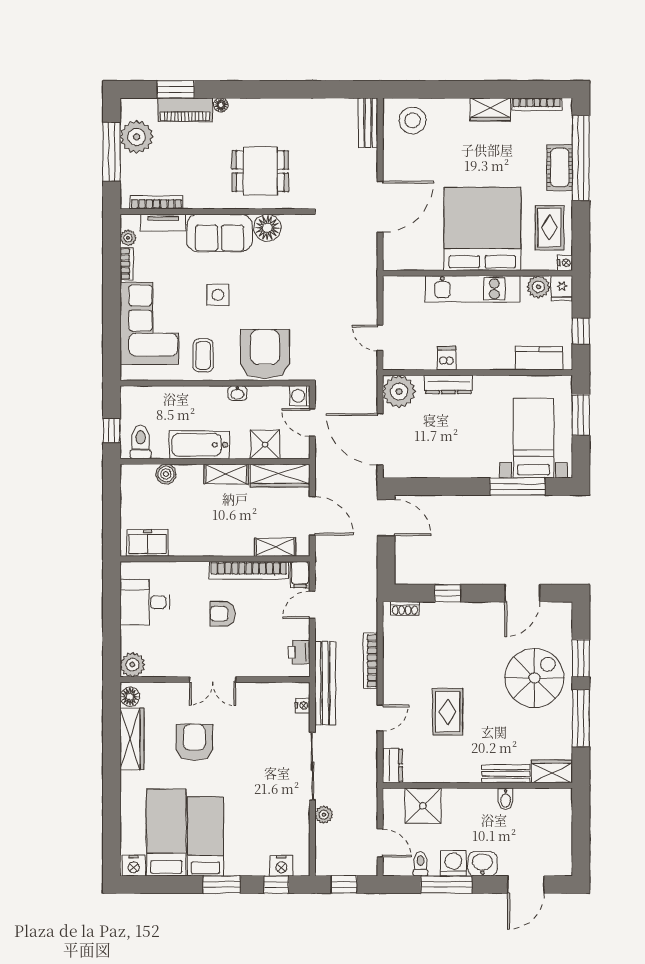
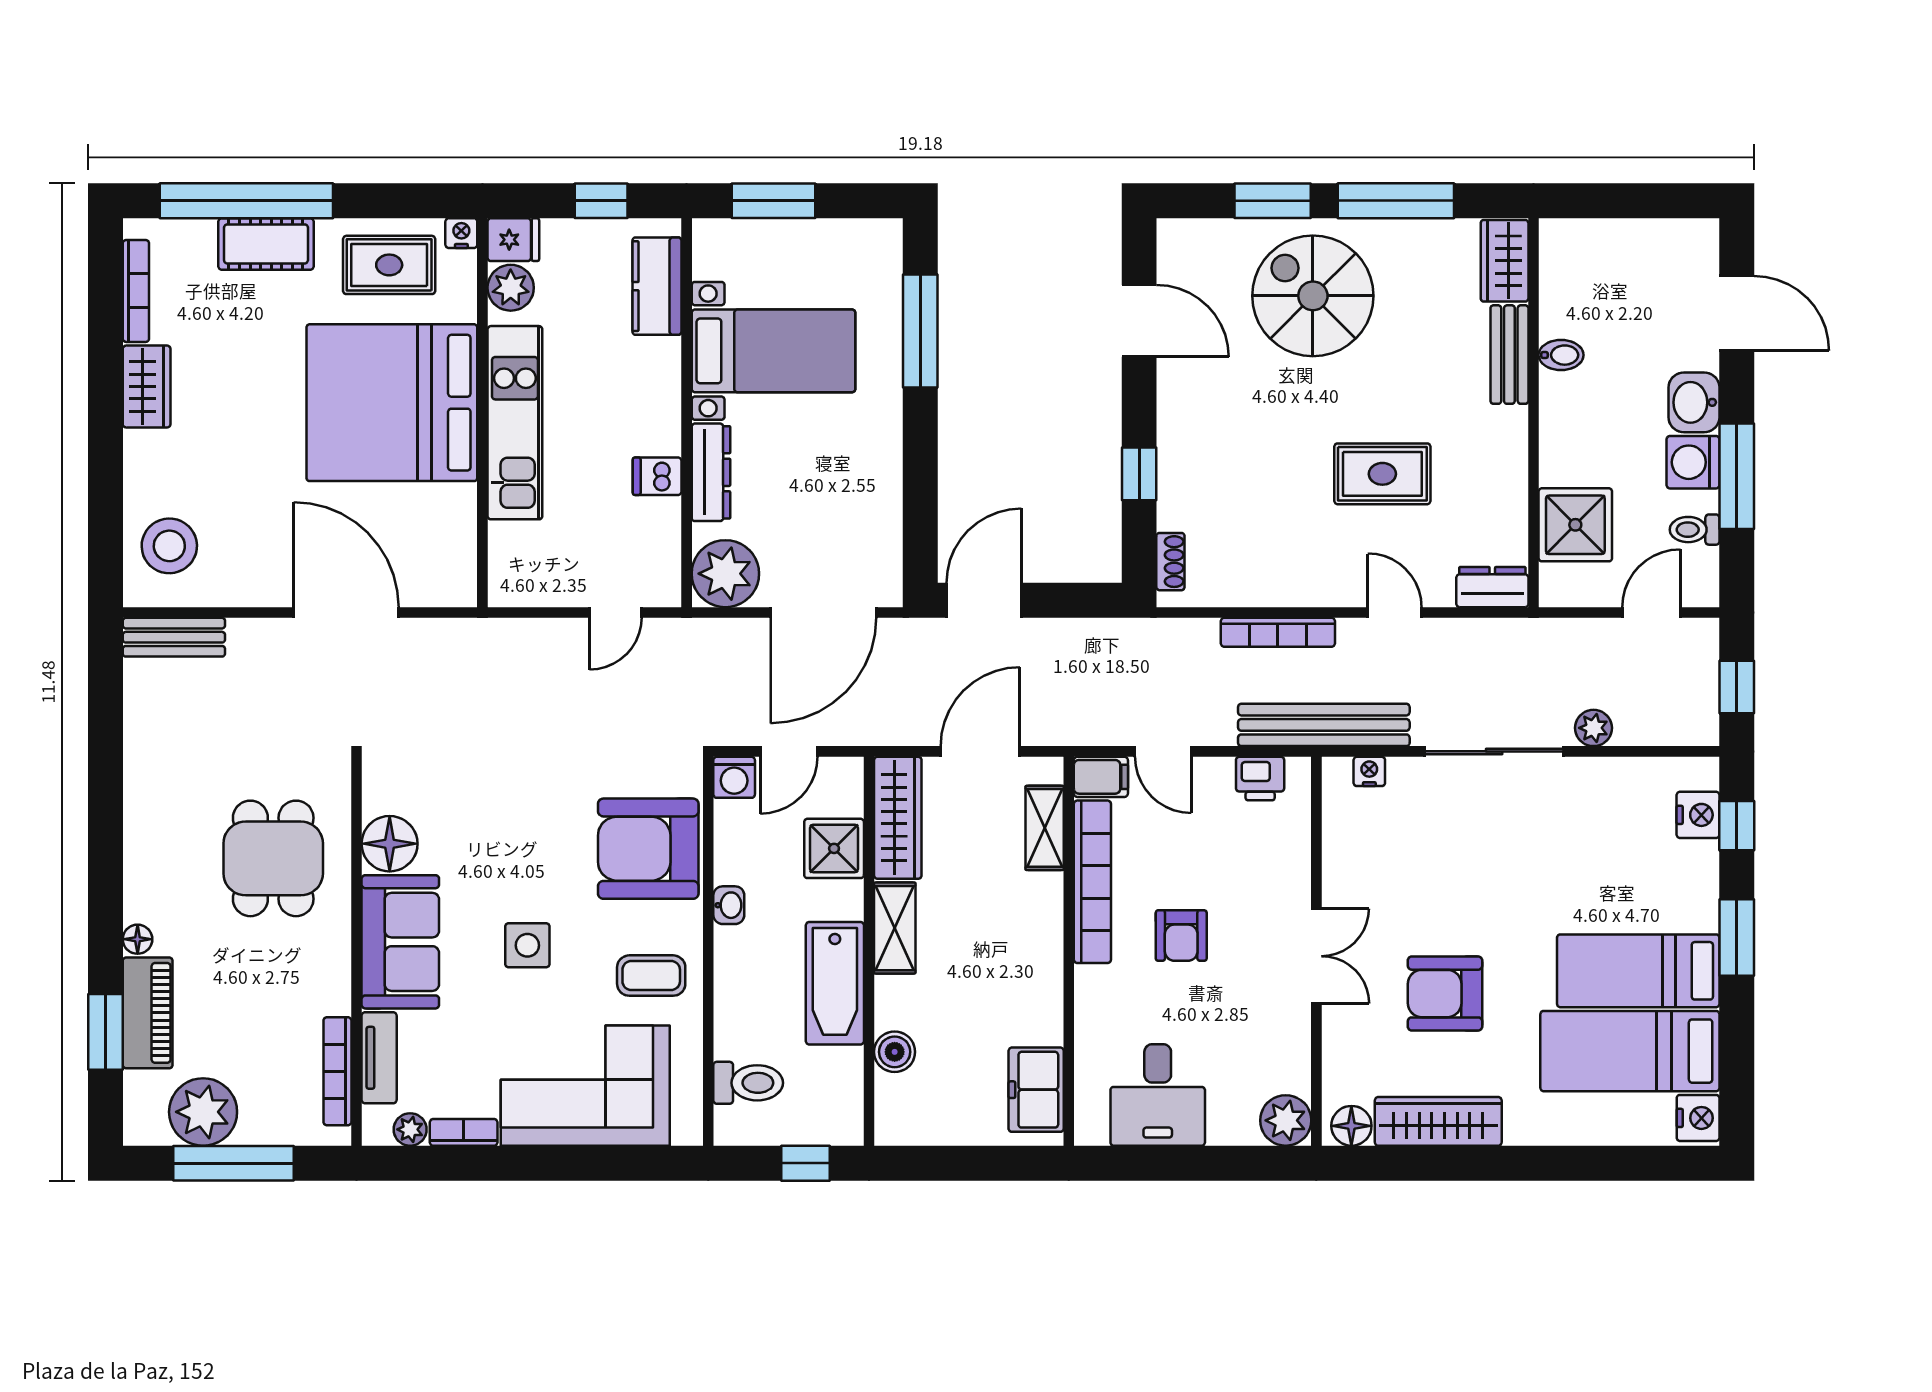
bed with nightstands: (533, 438) -> (773, 351), moved, turned 180
toilet: (141, 442) -> (748, 1083), moved, turned 180

